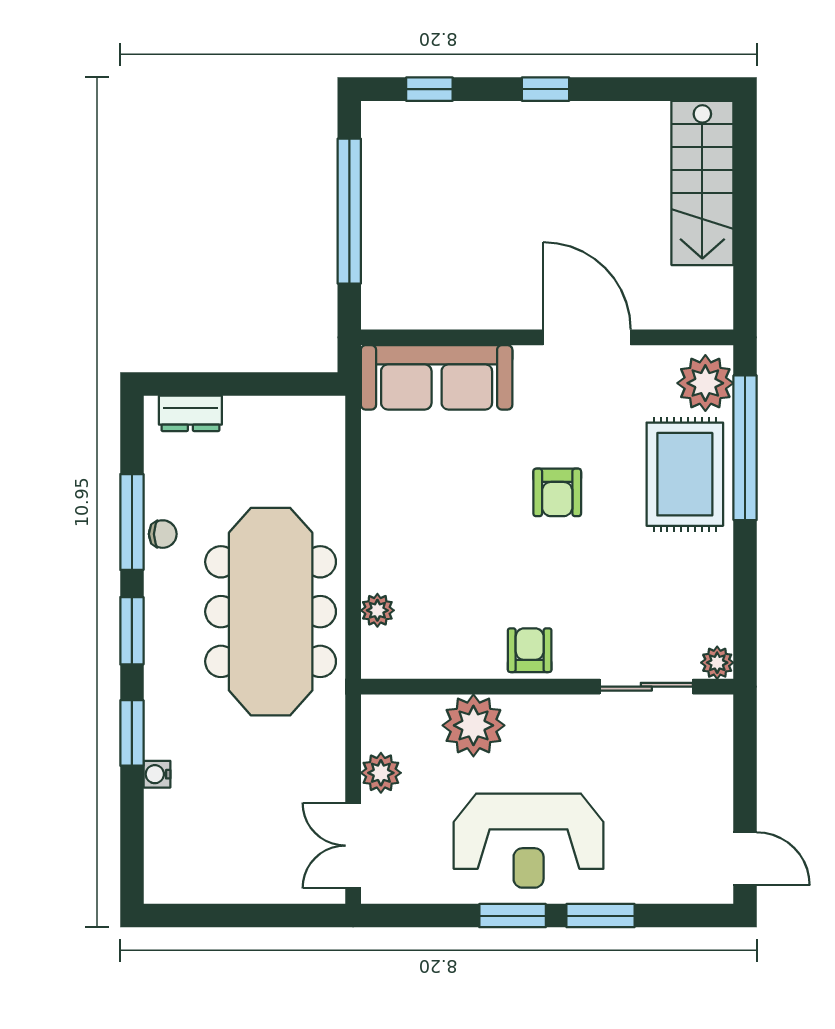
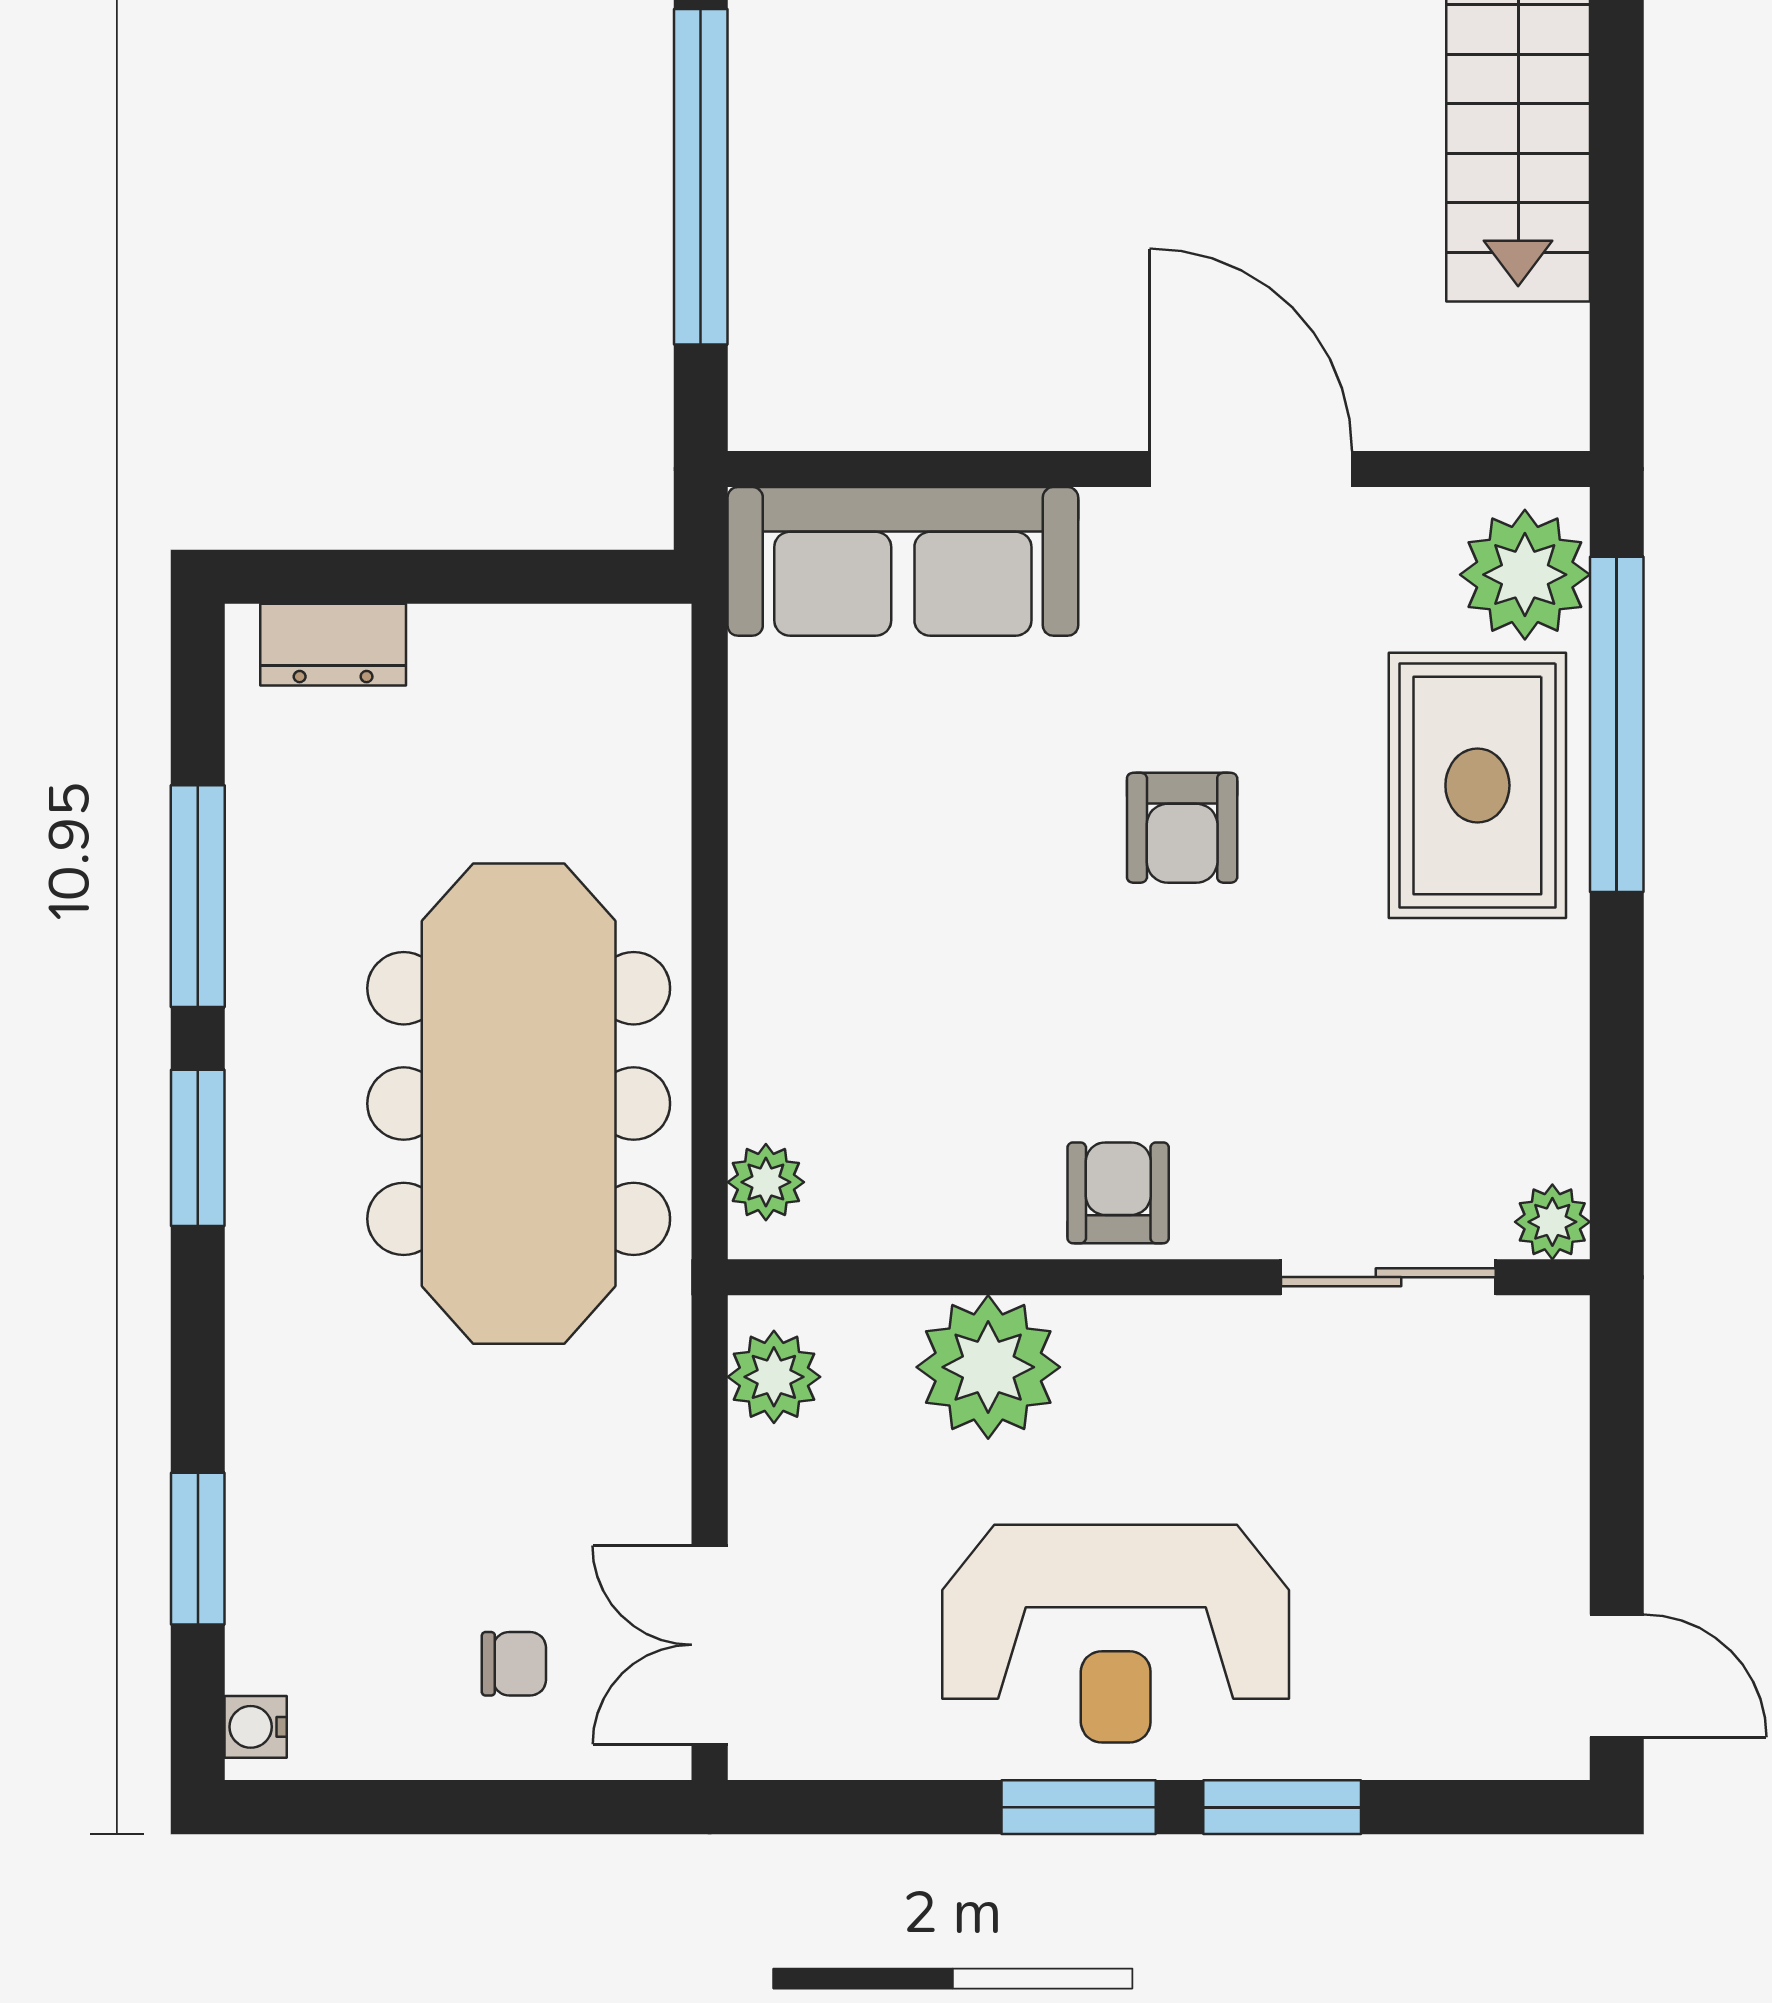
chair: (163, 534) -> (514, 1664), moved
plant: (377, 610) -> (766, 1182), moved
window: (132, 733) -> (198, 1549), moved
plant: (381, 773) -> (774, 1377), moved
water cooler: (157, 774) -> (256, 1727), moved

